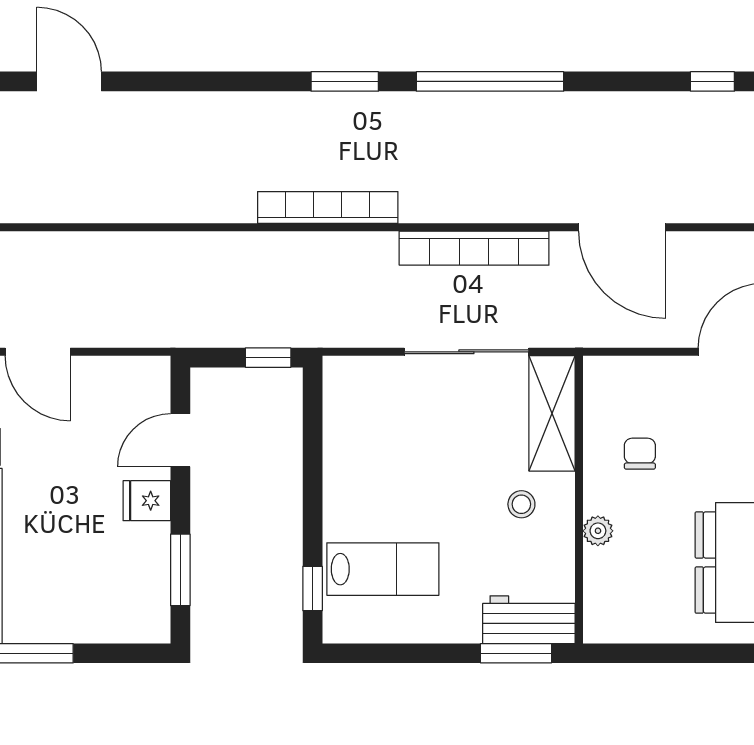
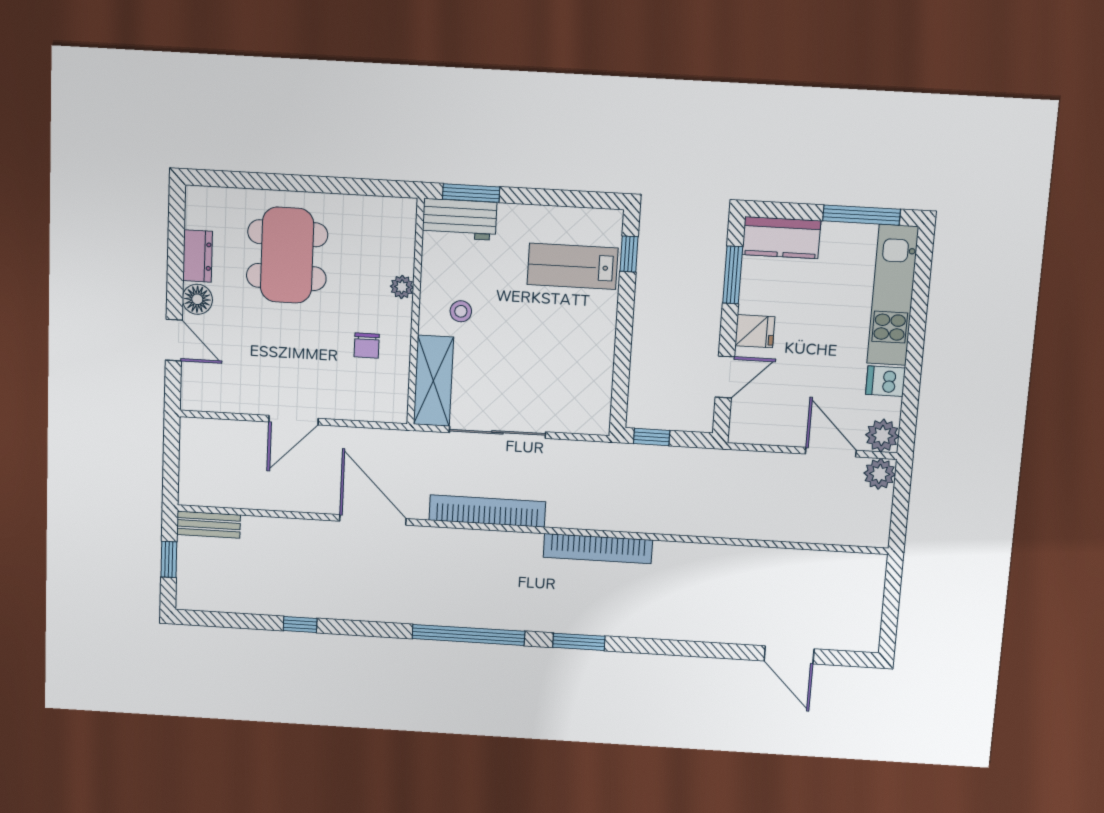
kitchen counter: (123, 620) -> (781, 238), added

